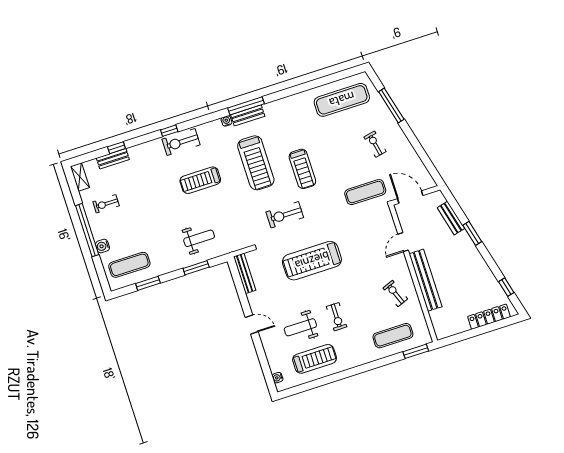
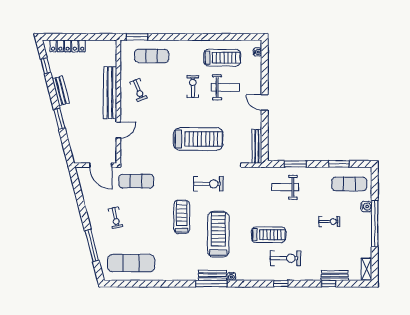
exercise bike: (181, 142) -> (285, 258), moved
exercise bike: (106, 204) -> (329, 222), moved
bench: (451, 218) -> (61, 91), moved
treadmill: (315, 359) -> (222, 58), turned 180

